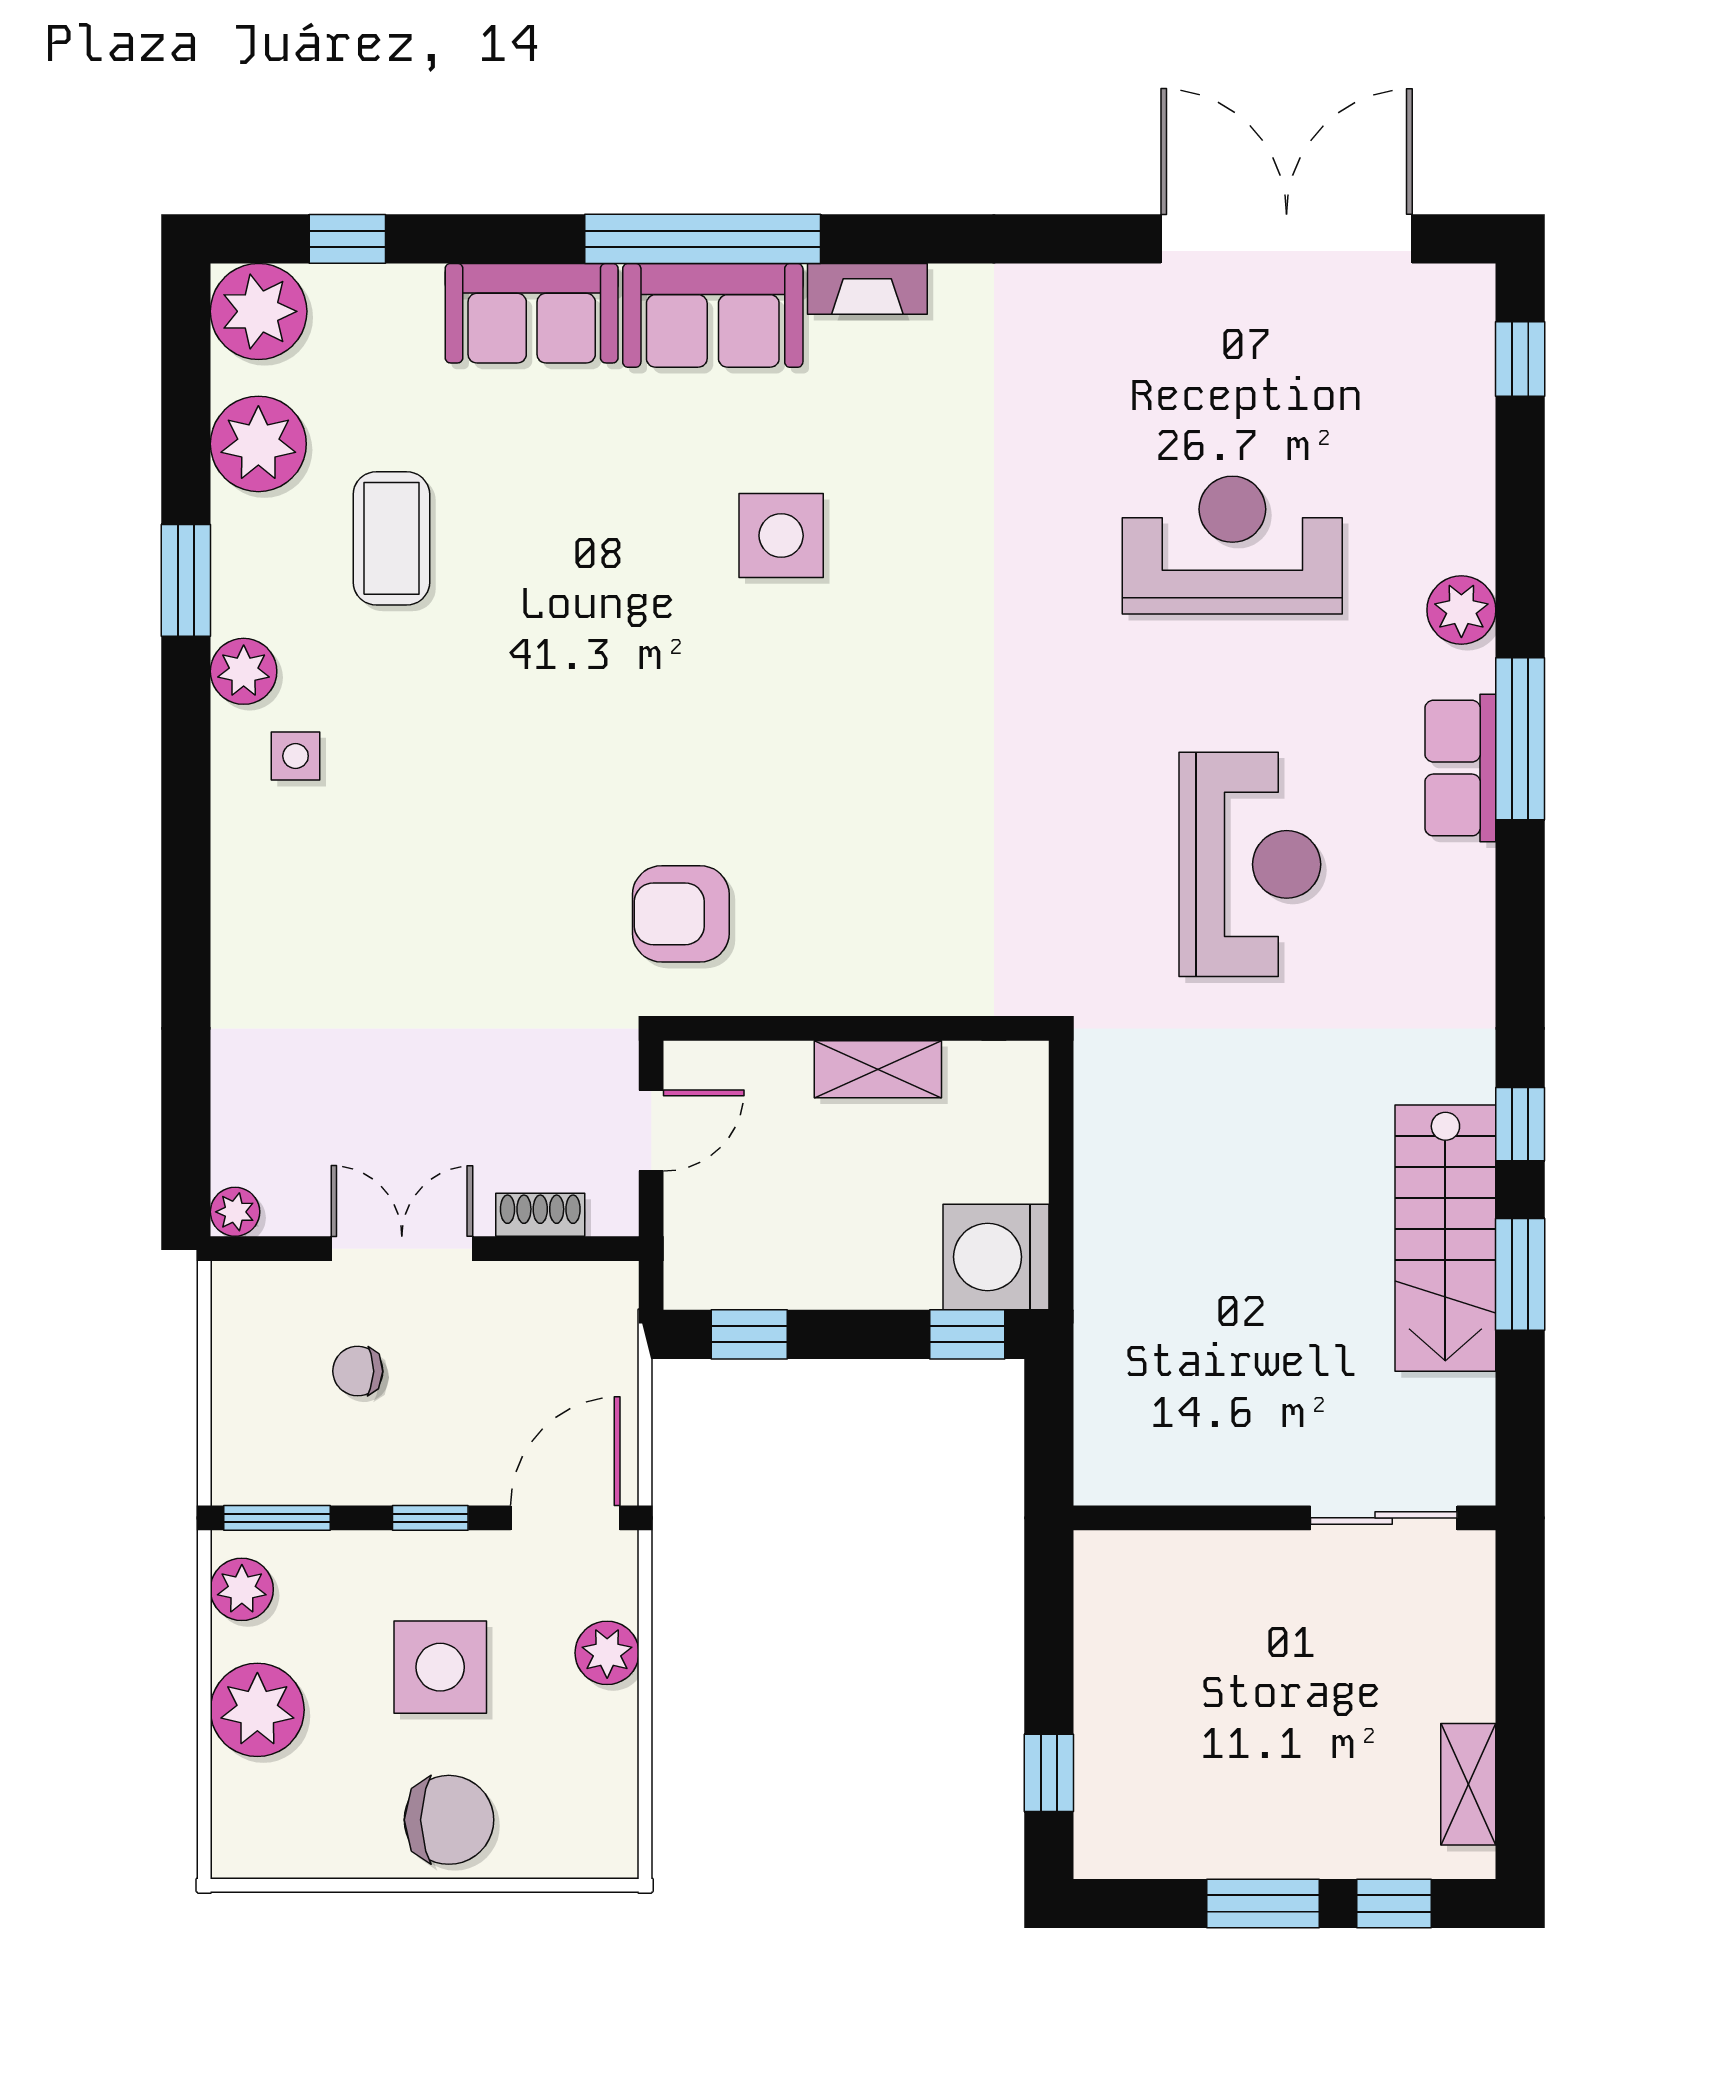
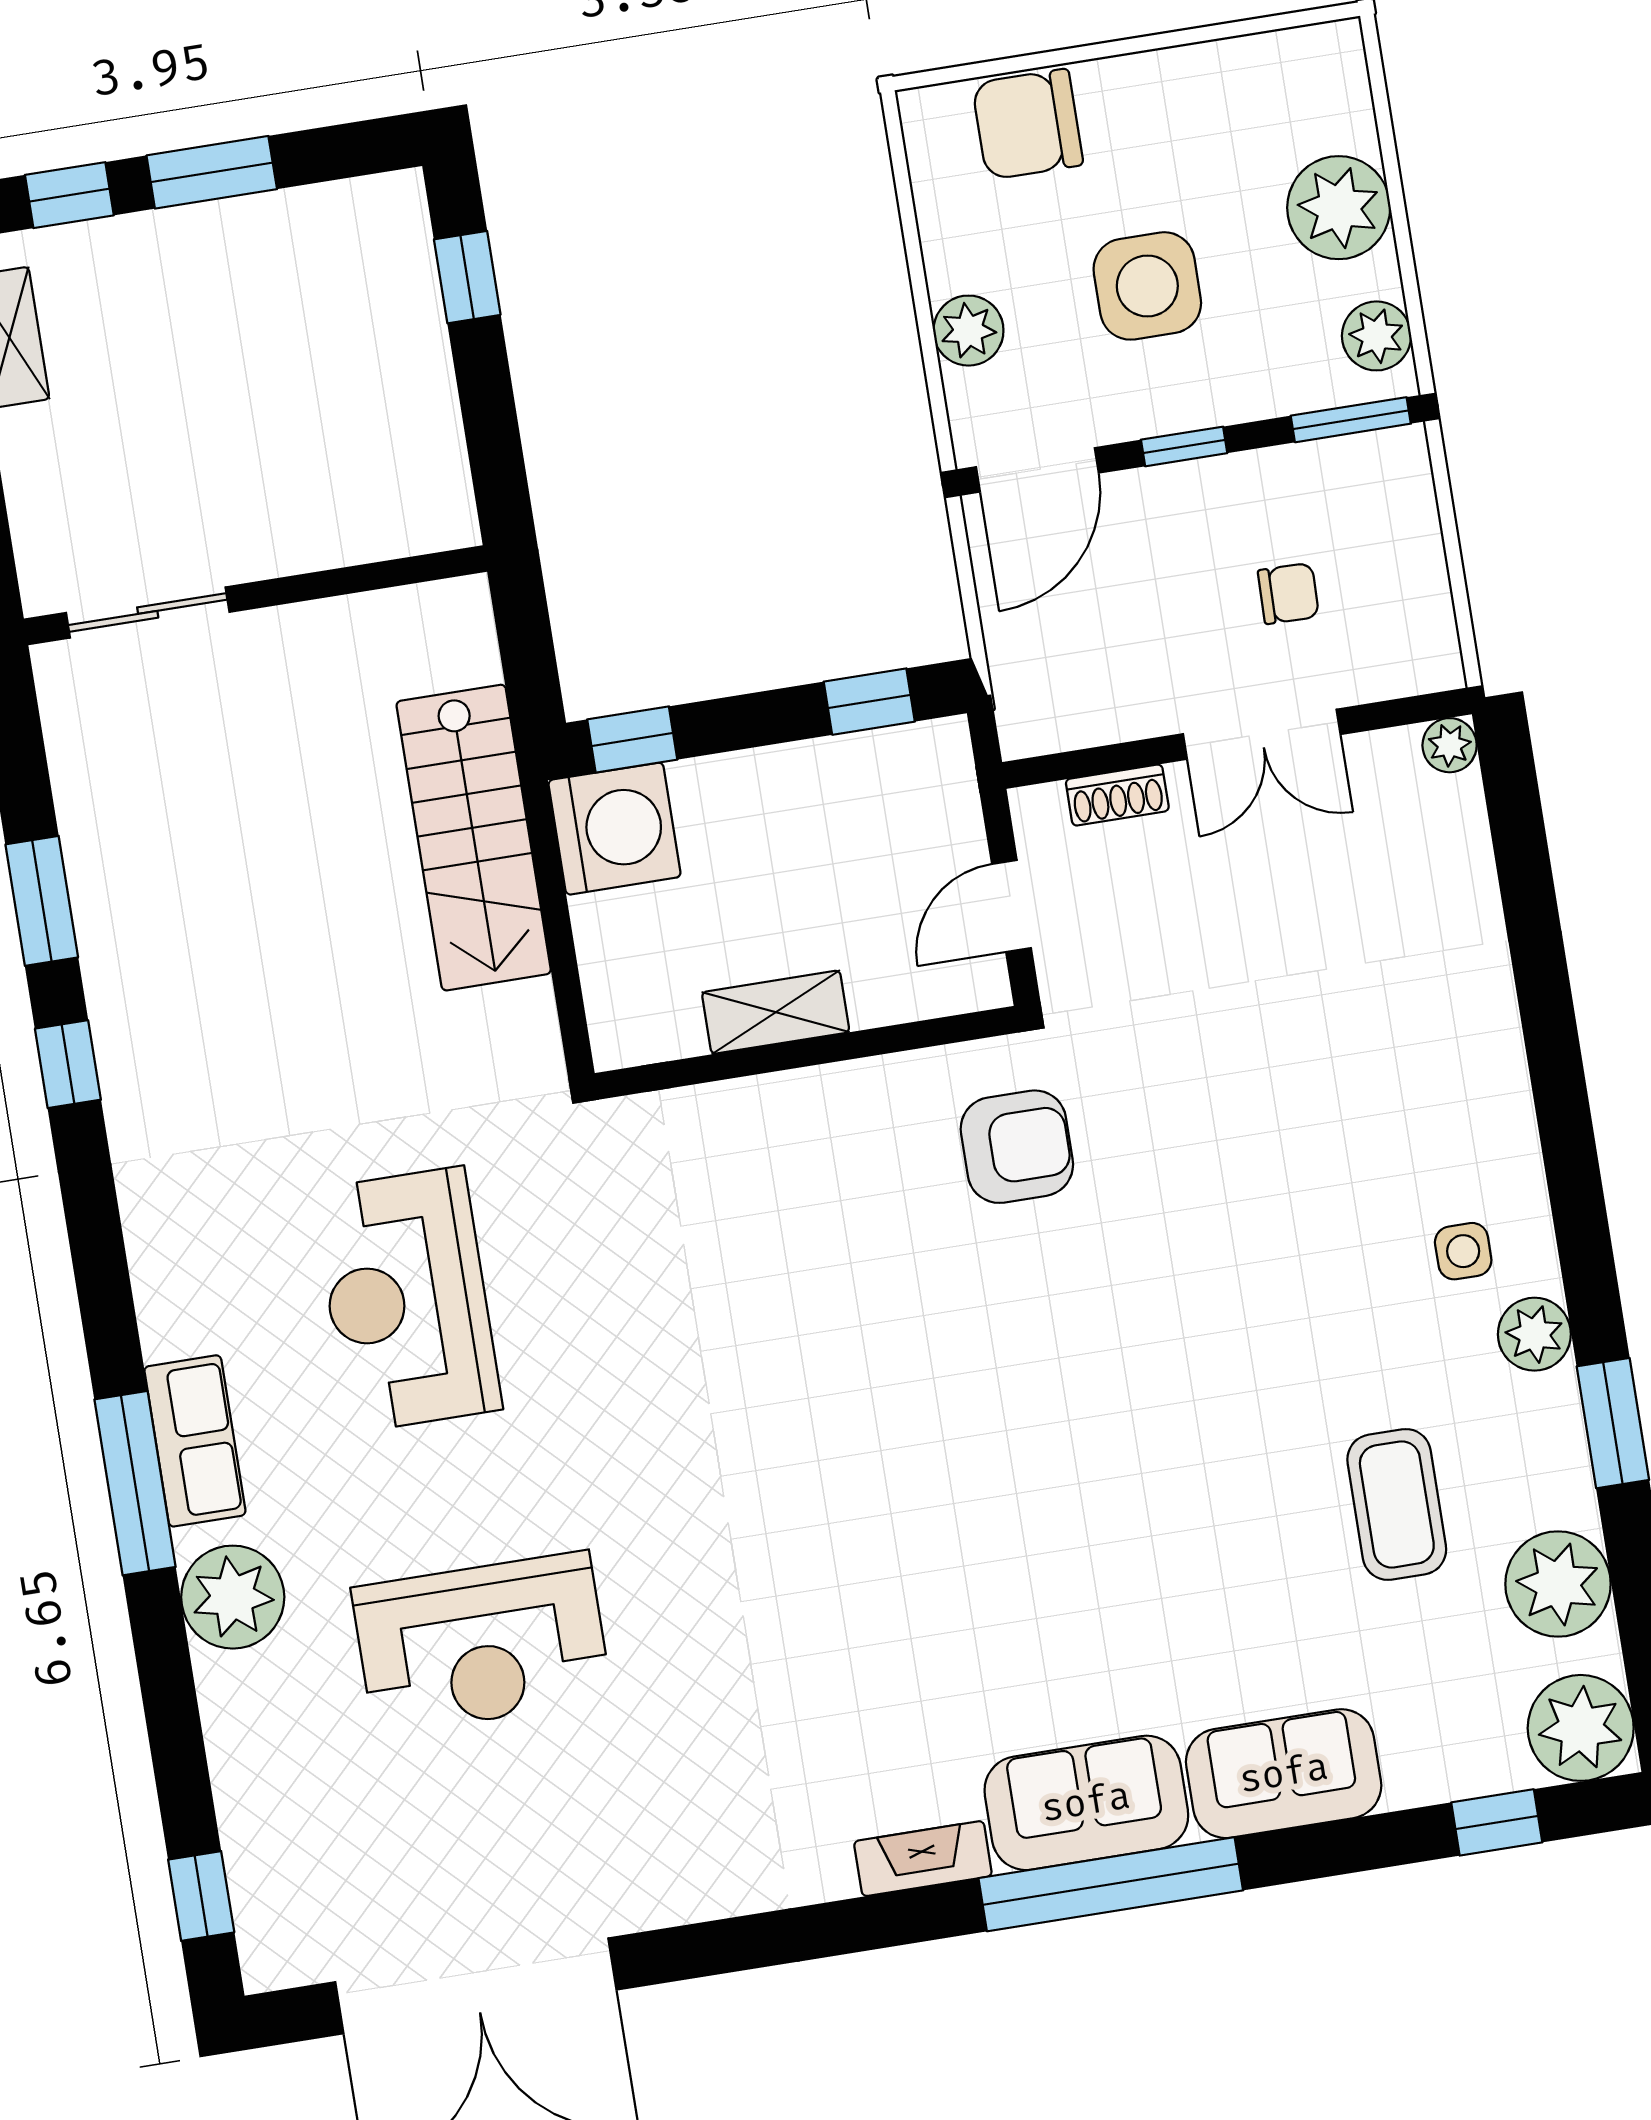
side table: (781, 536) -> (974, 1575), removed
plant: (1461, 610) -> (233, 1597), width x1.36, depth x1.36
stairs: (1445, 1238) -> (474, 838), moved, turned 180
chair: (449, 1820) -> (1028, 124), moved

